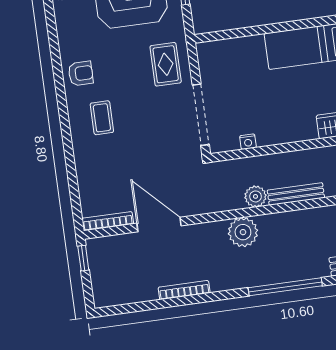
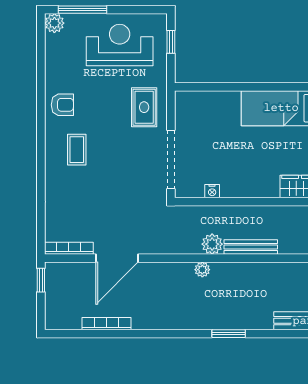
door: (159, 225) -> (117, 258), swing flipped
plant: (243, 232) -> (202, 270), width x0.53, depth x0.53
window: (285, 287) -> (229, 334), width x0.47
bookcase: (184, 290) -> (106, 324), moved

